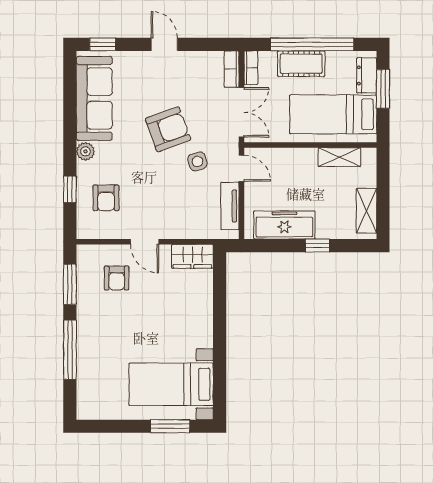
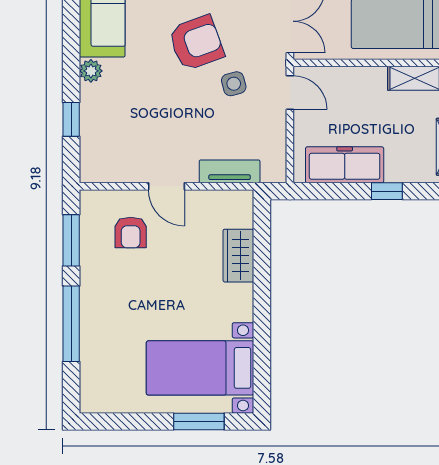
armchair: (106, 198) -> (117, 130), removed
tv unit: (230, 206) -> (230, 171), moved, turned 90
wardrobe: (192, 256) -> (238, 256), moved, turned 90

